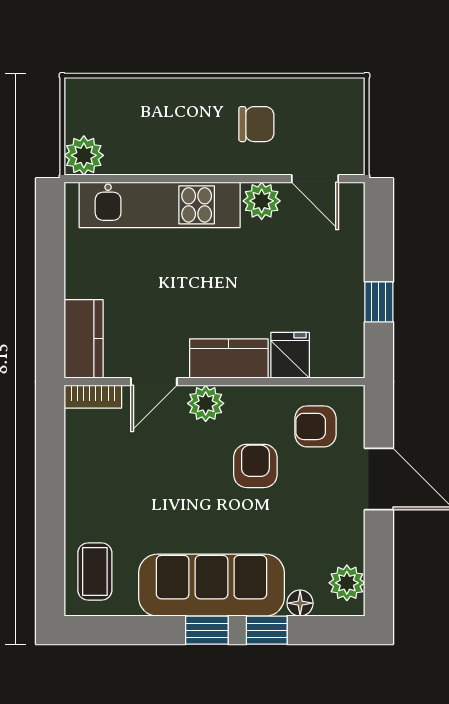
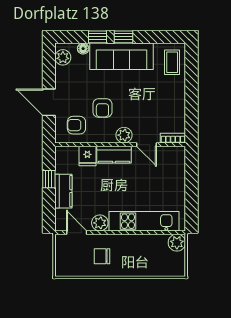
kitchen counter: (84, 339) -> (63, 191), moved, turned 180
door: (154, 382) -> (147, 145), swing flipped
armchair: (316, 426) -> (76, 125), turned 180

